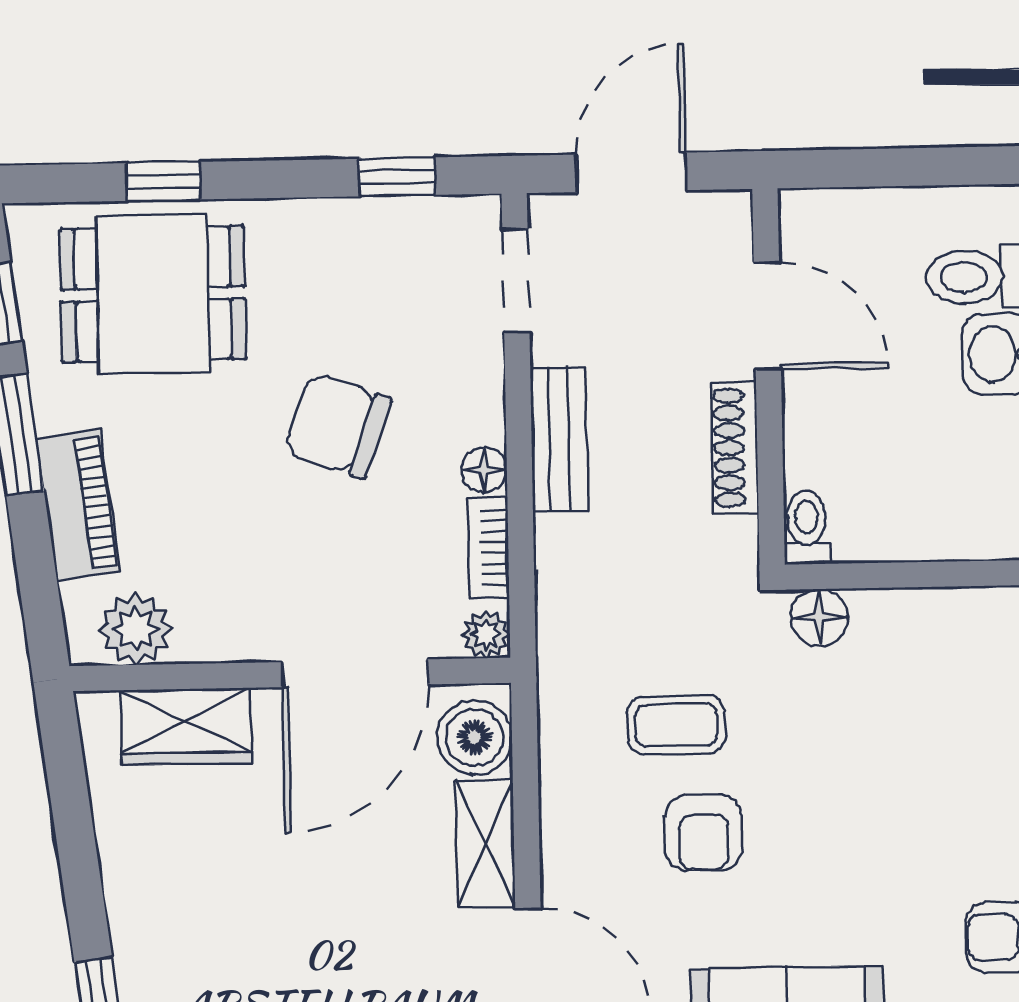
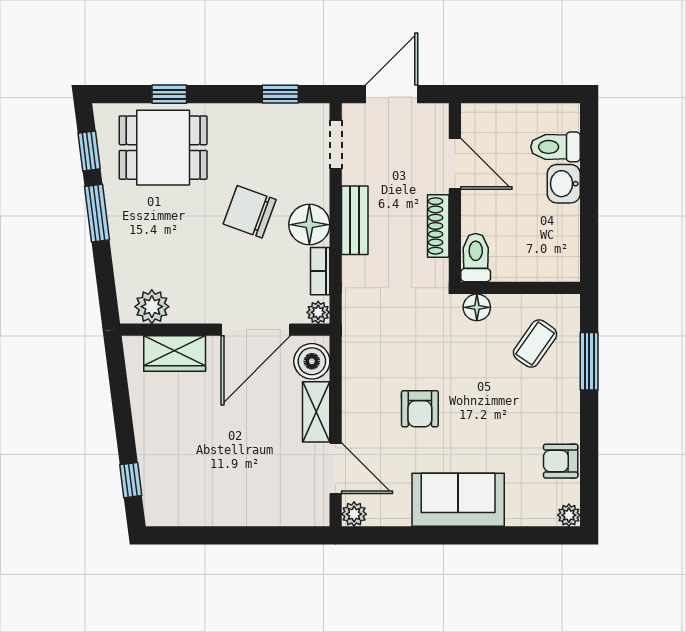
floor lamp: (484, 470) -> (309, 225), width x1.89, depth x1.89
piano: (78, 505) -> (126, 247), removed
toilet: (807, 527) -> (476, 258), width x1.37, depth x1.39
coffee table: (676, 725) -> (535, 344), moved, turned -55

